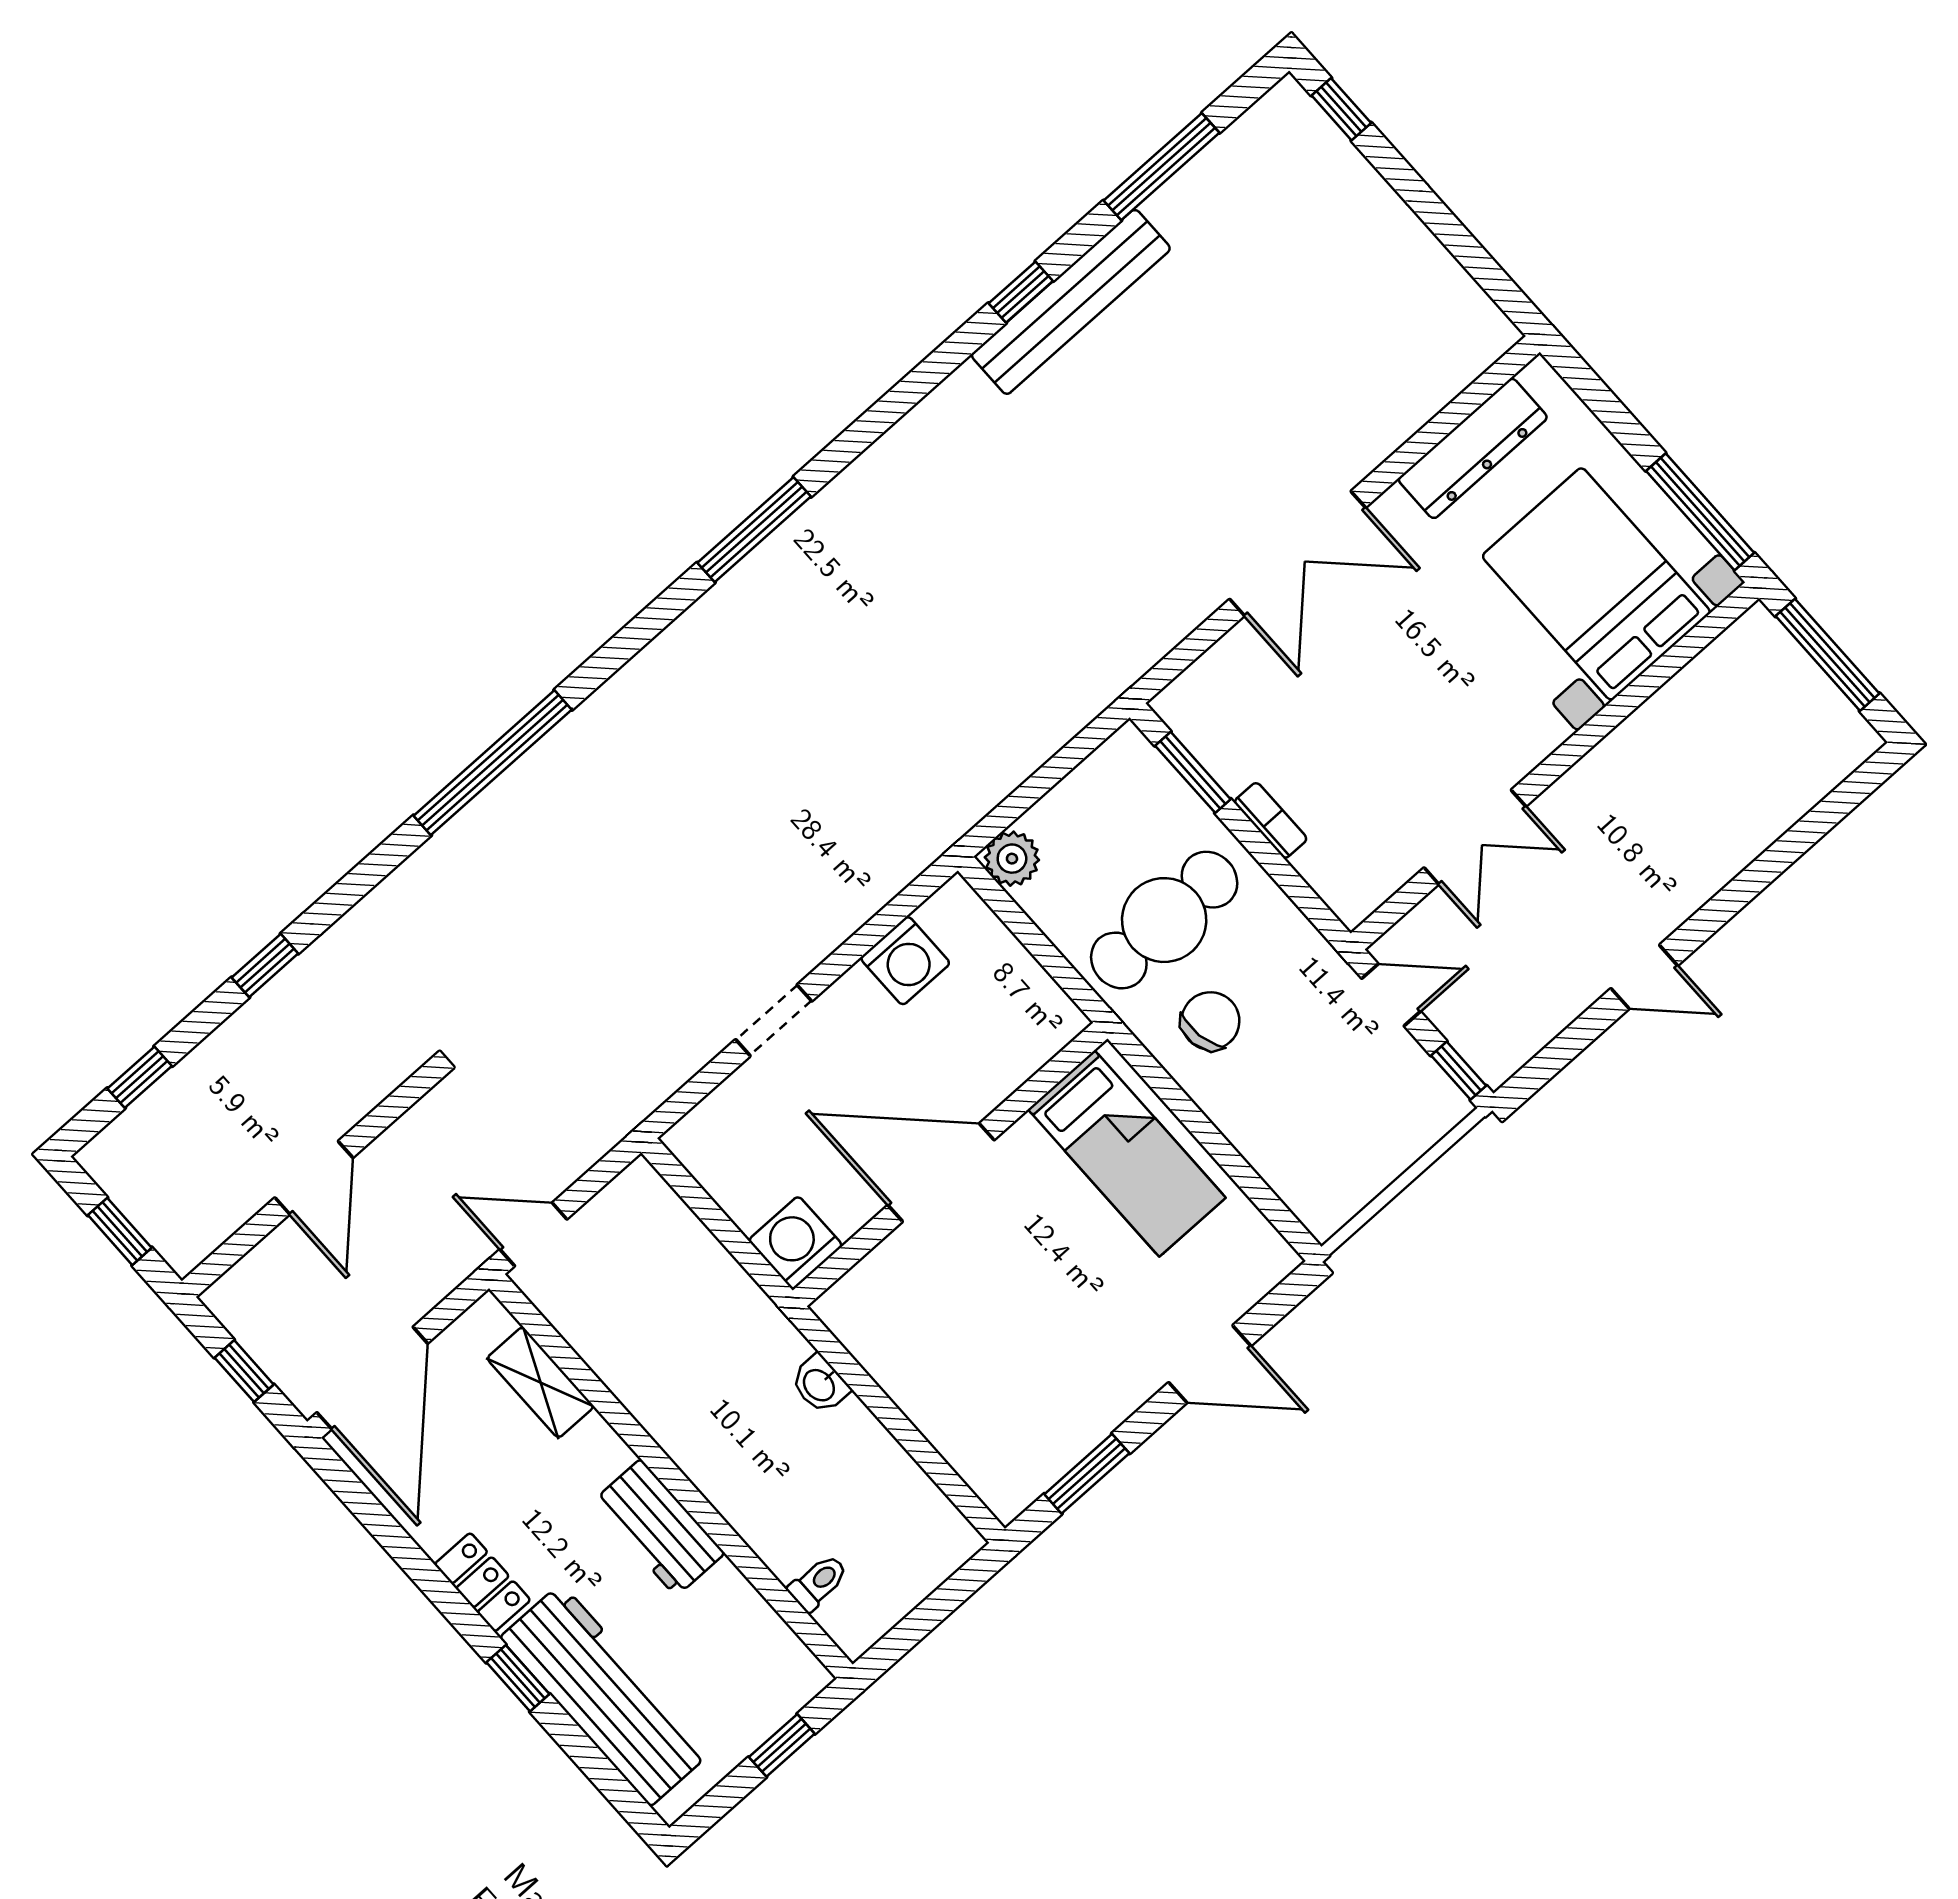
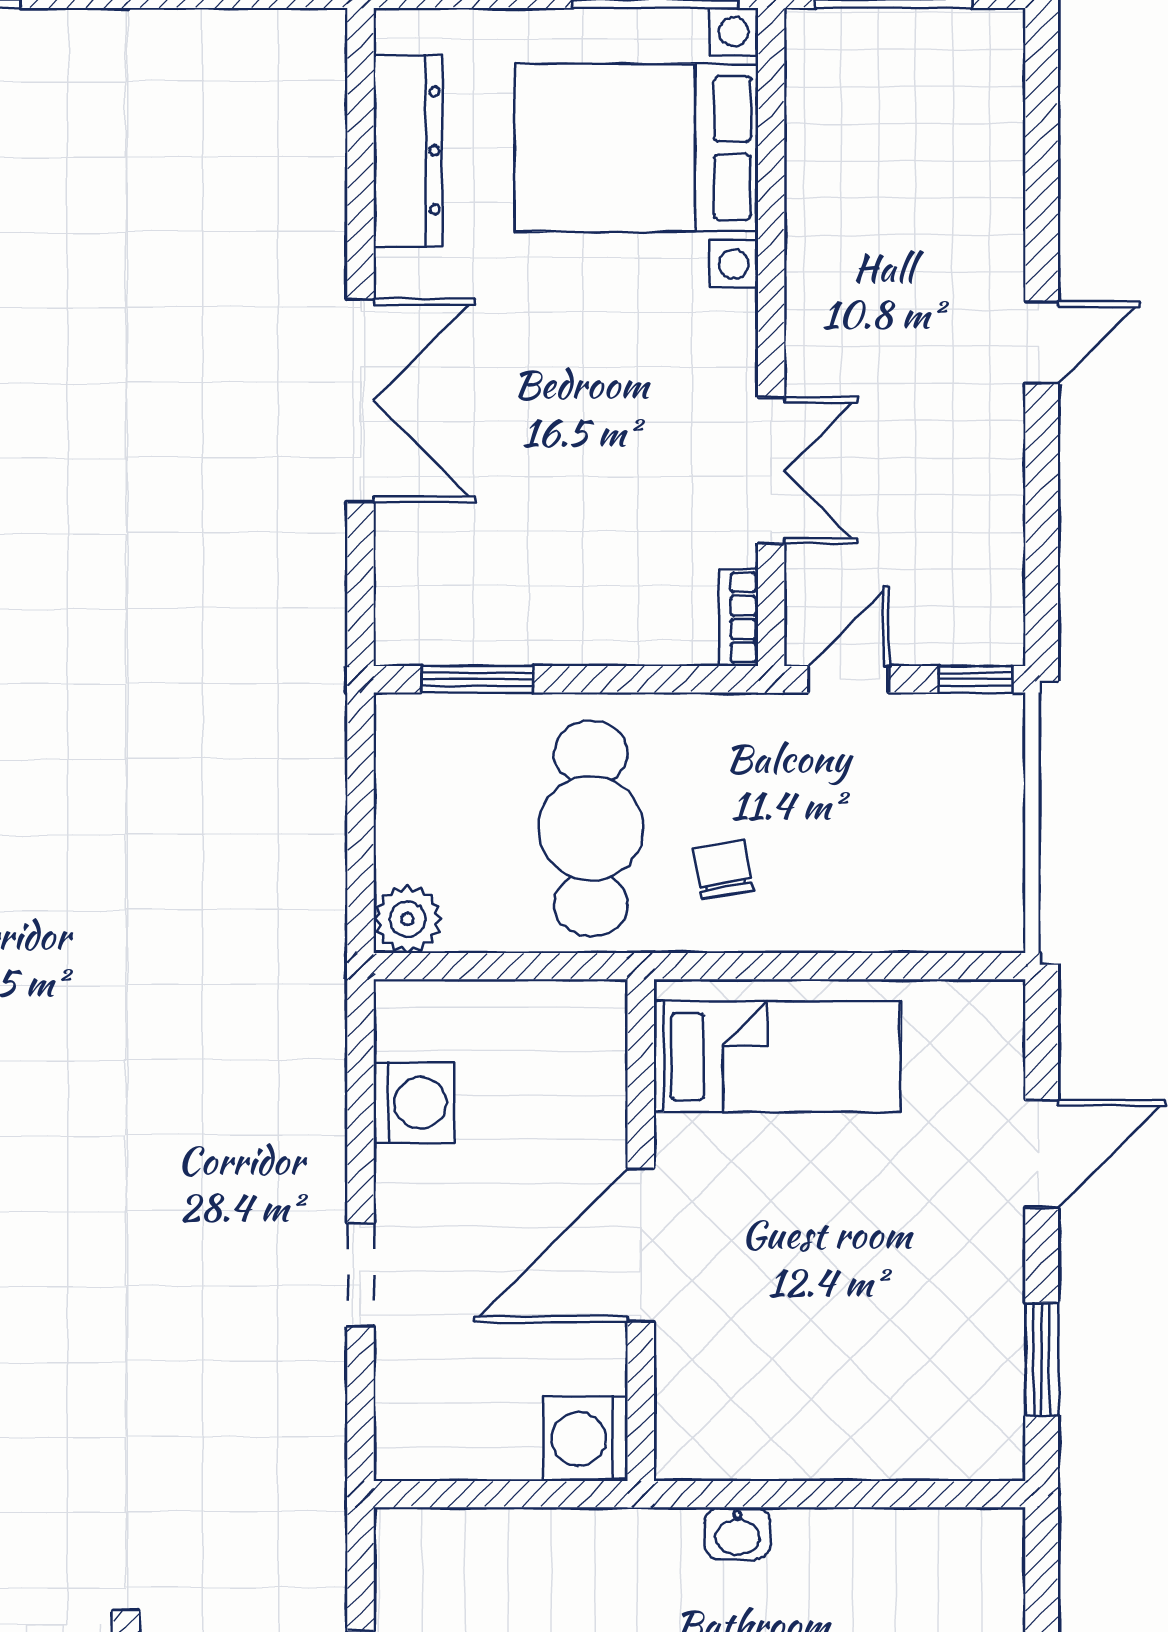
bookcase: (1271, 820) -> (739, 618), moved, turned -90
door: (1644, 977) -> (1042, 342), moved
chair: (1210, 1021) -> (723, 869), width x0.73, depth x0.73

